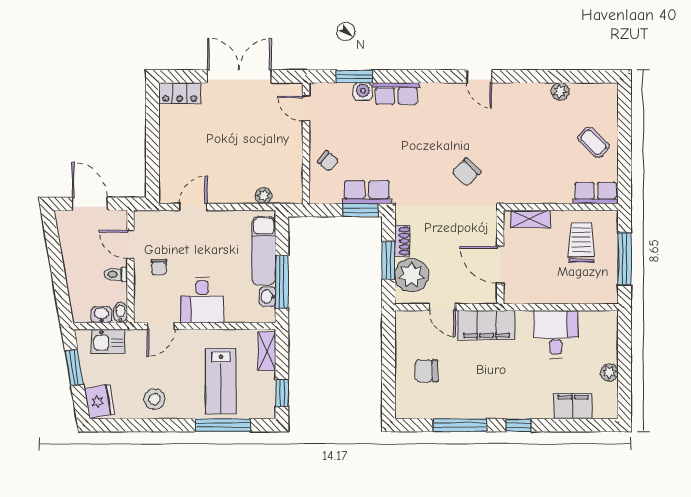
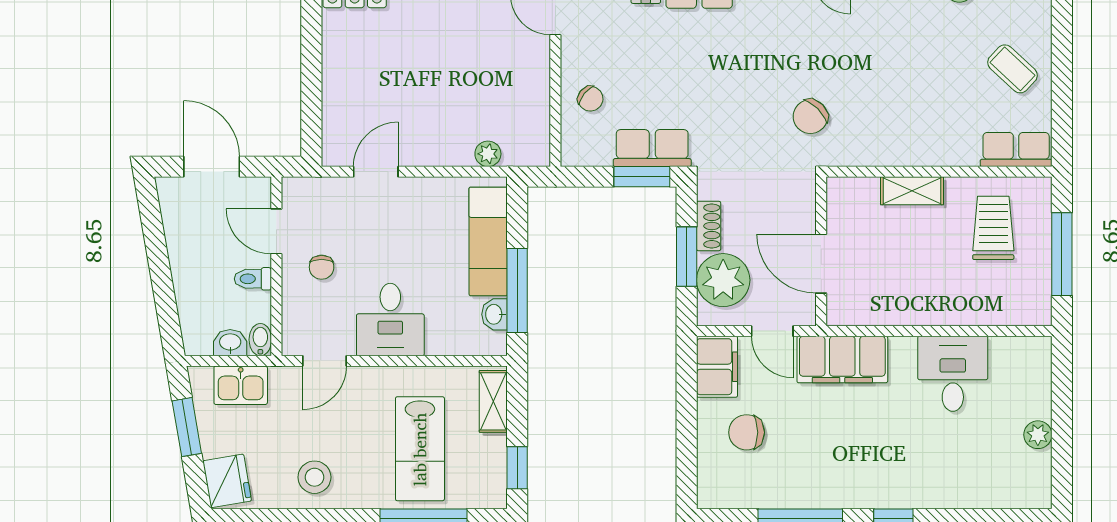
wall: (500, 257) -> (821, 251), moved
door: (500, 265) -> (821, 264), moved
filing cabinet: (573, 406) -> (717, 367), moved, turned 90

